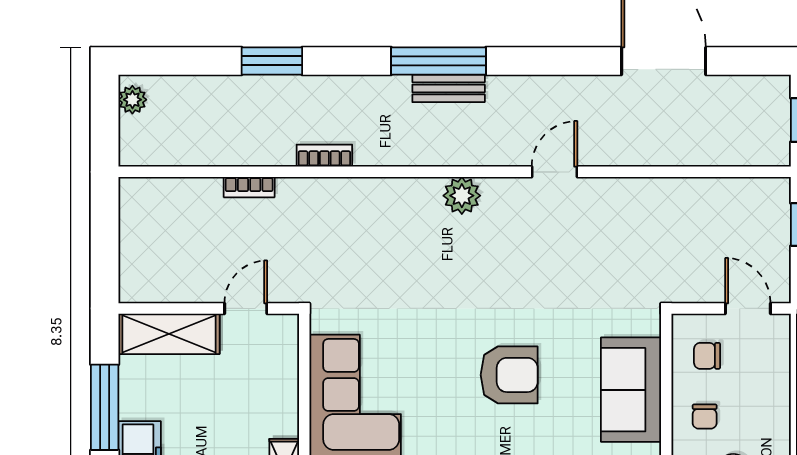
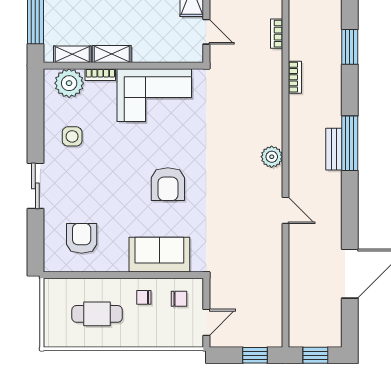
chair: (707, 356) -> (179, 299), turned 90

